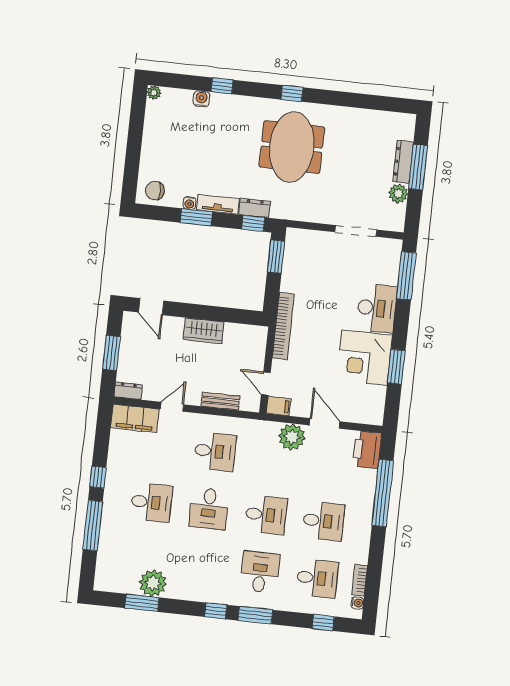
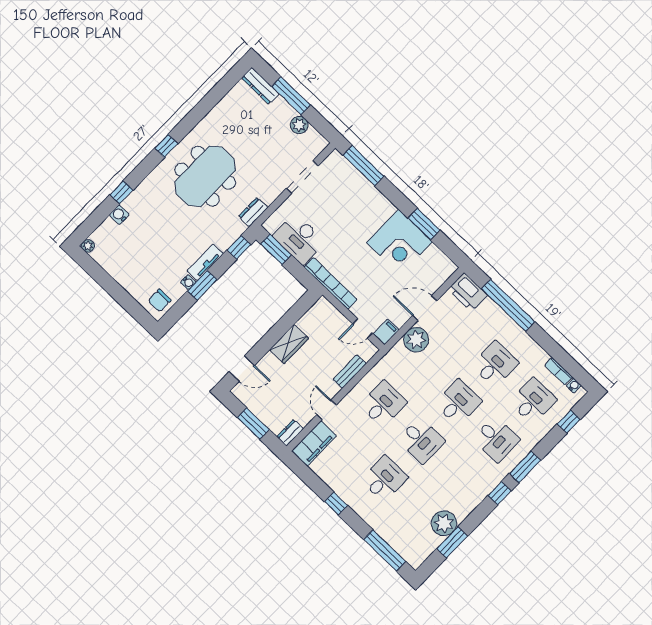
meeting table: (292, 147) -> (205, 176), turned 90
dresser: (403, 162) -> (260, 86), moved
dresser: (255, 208) -> (253, 212), moved
desk: (377, 308) -> (299, 239), moved, turned 180
window: (93, 526) -> (385, 551), moved
desk: (260, 572) -> (496, 439), turned 180

